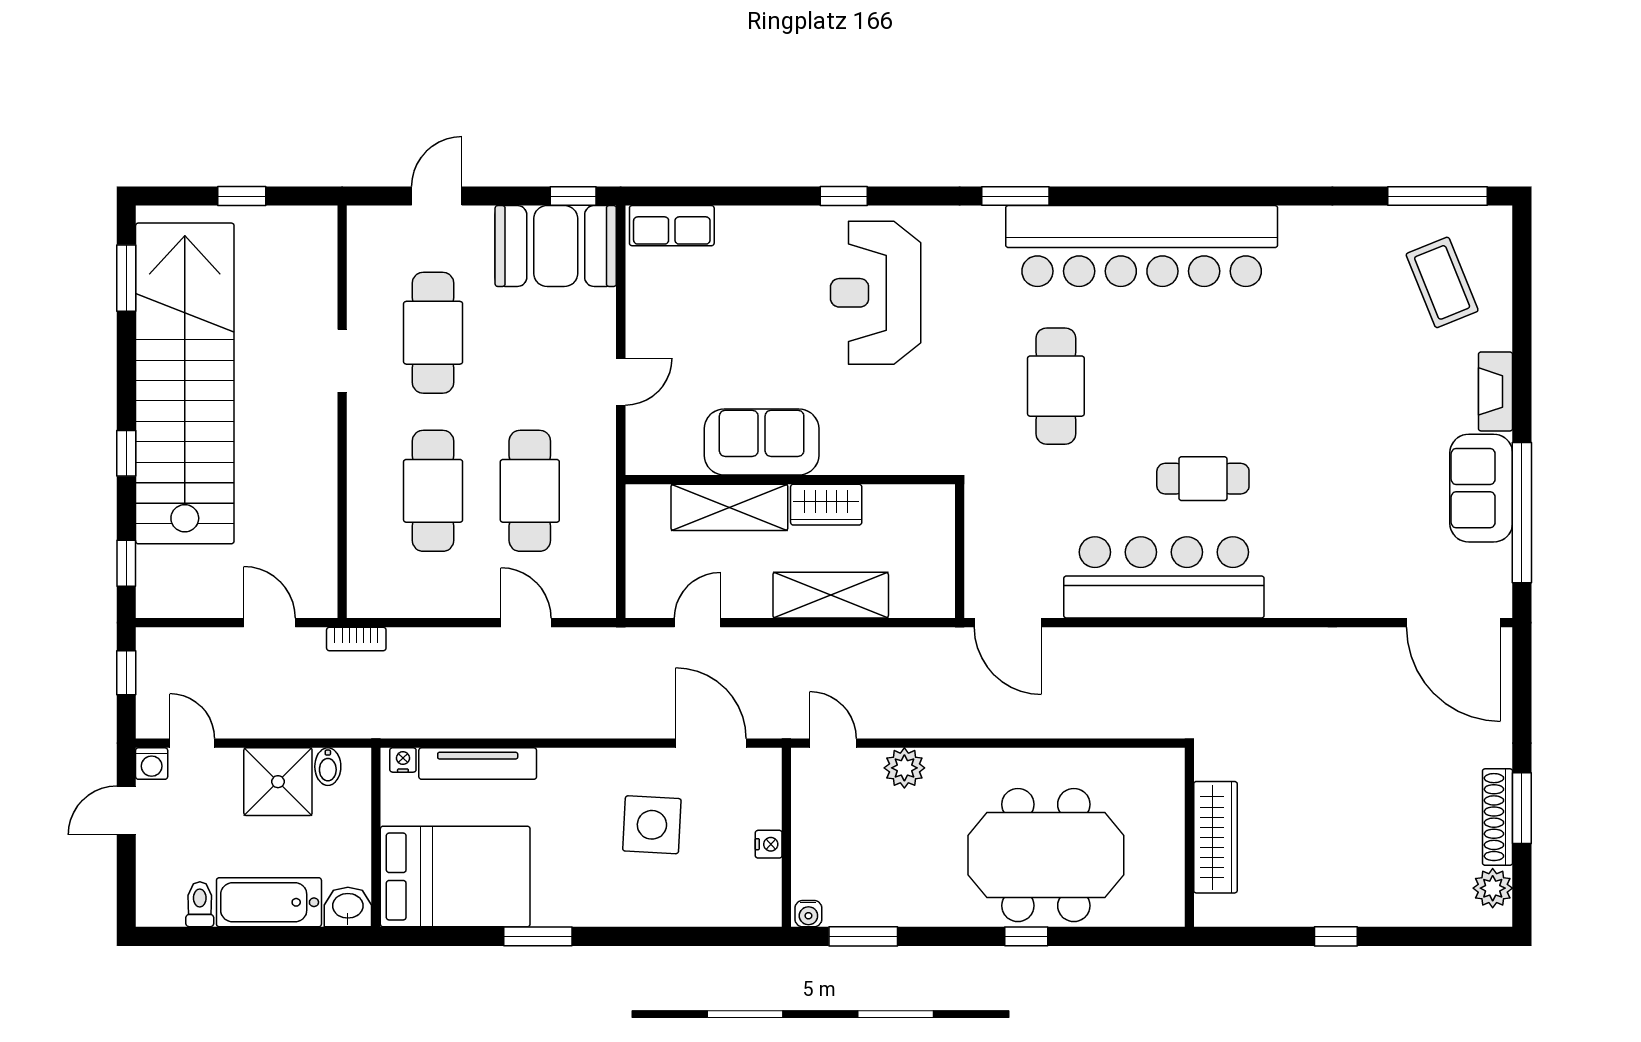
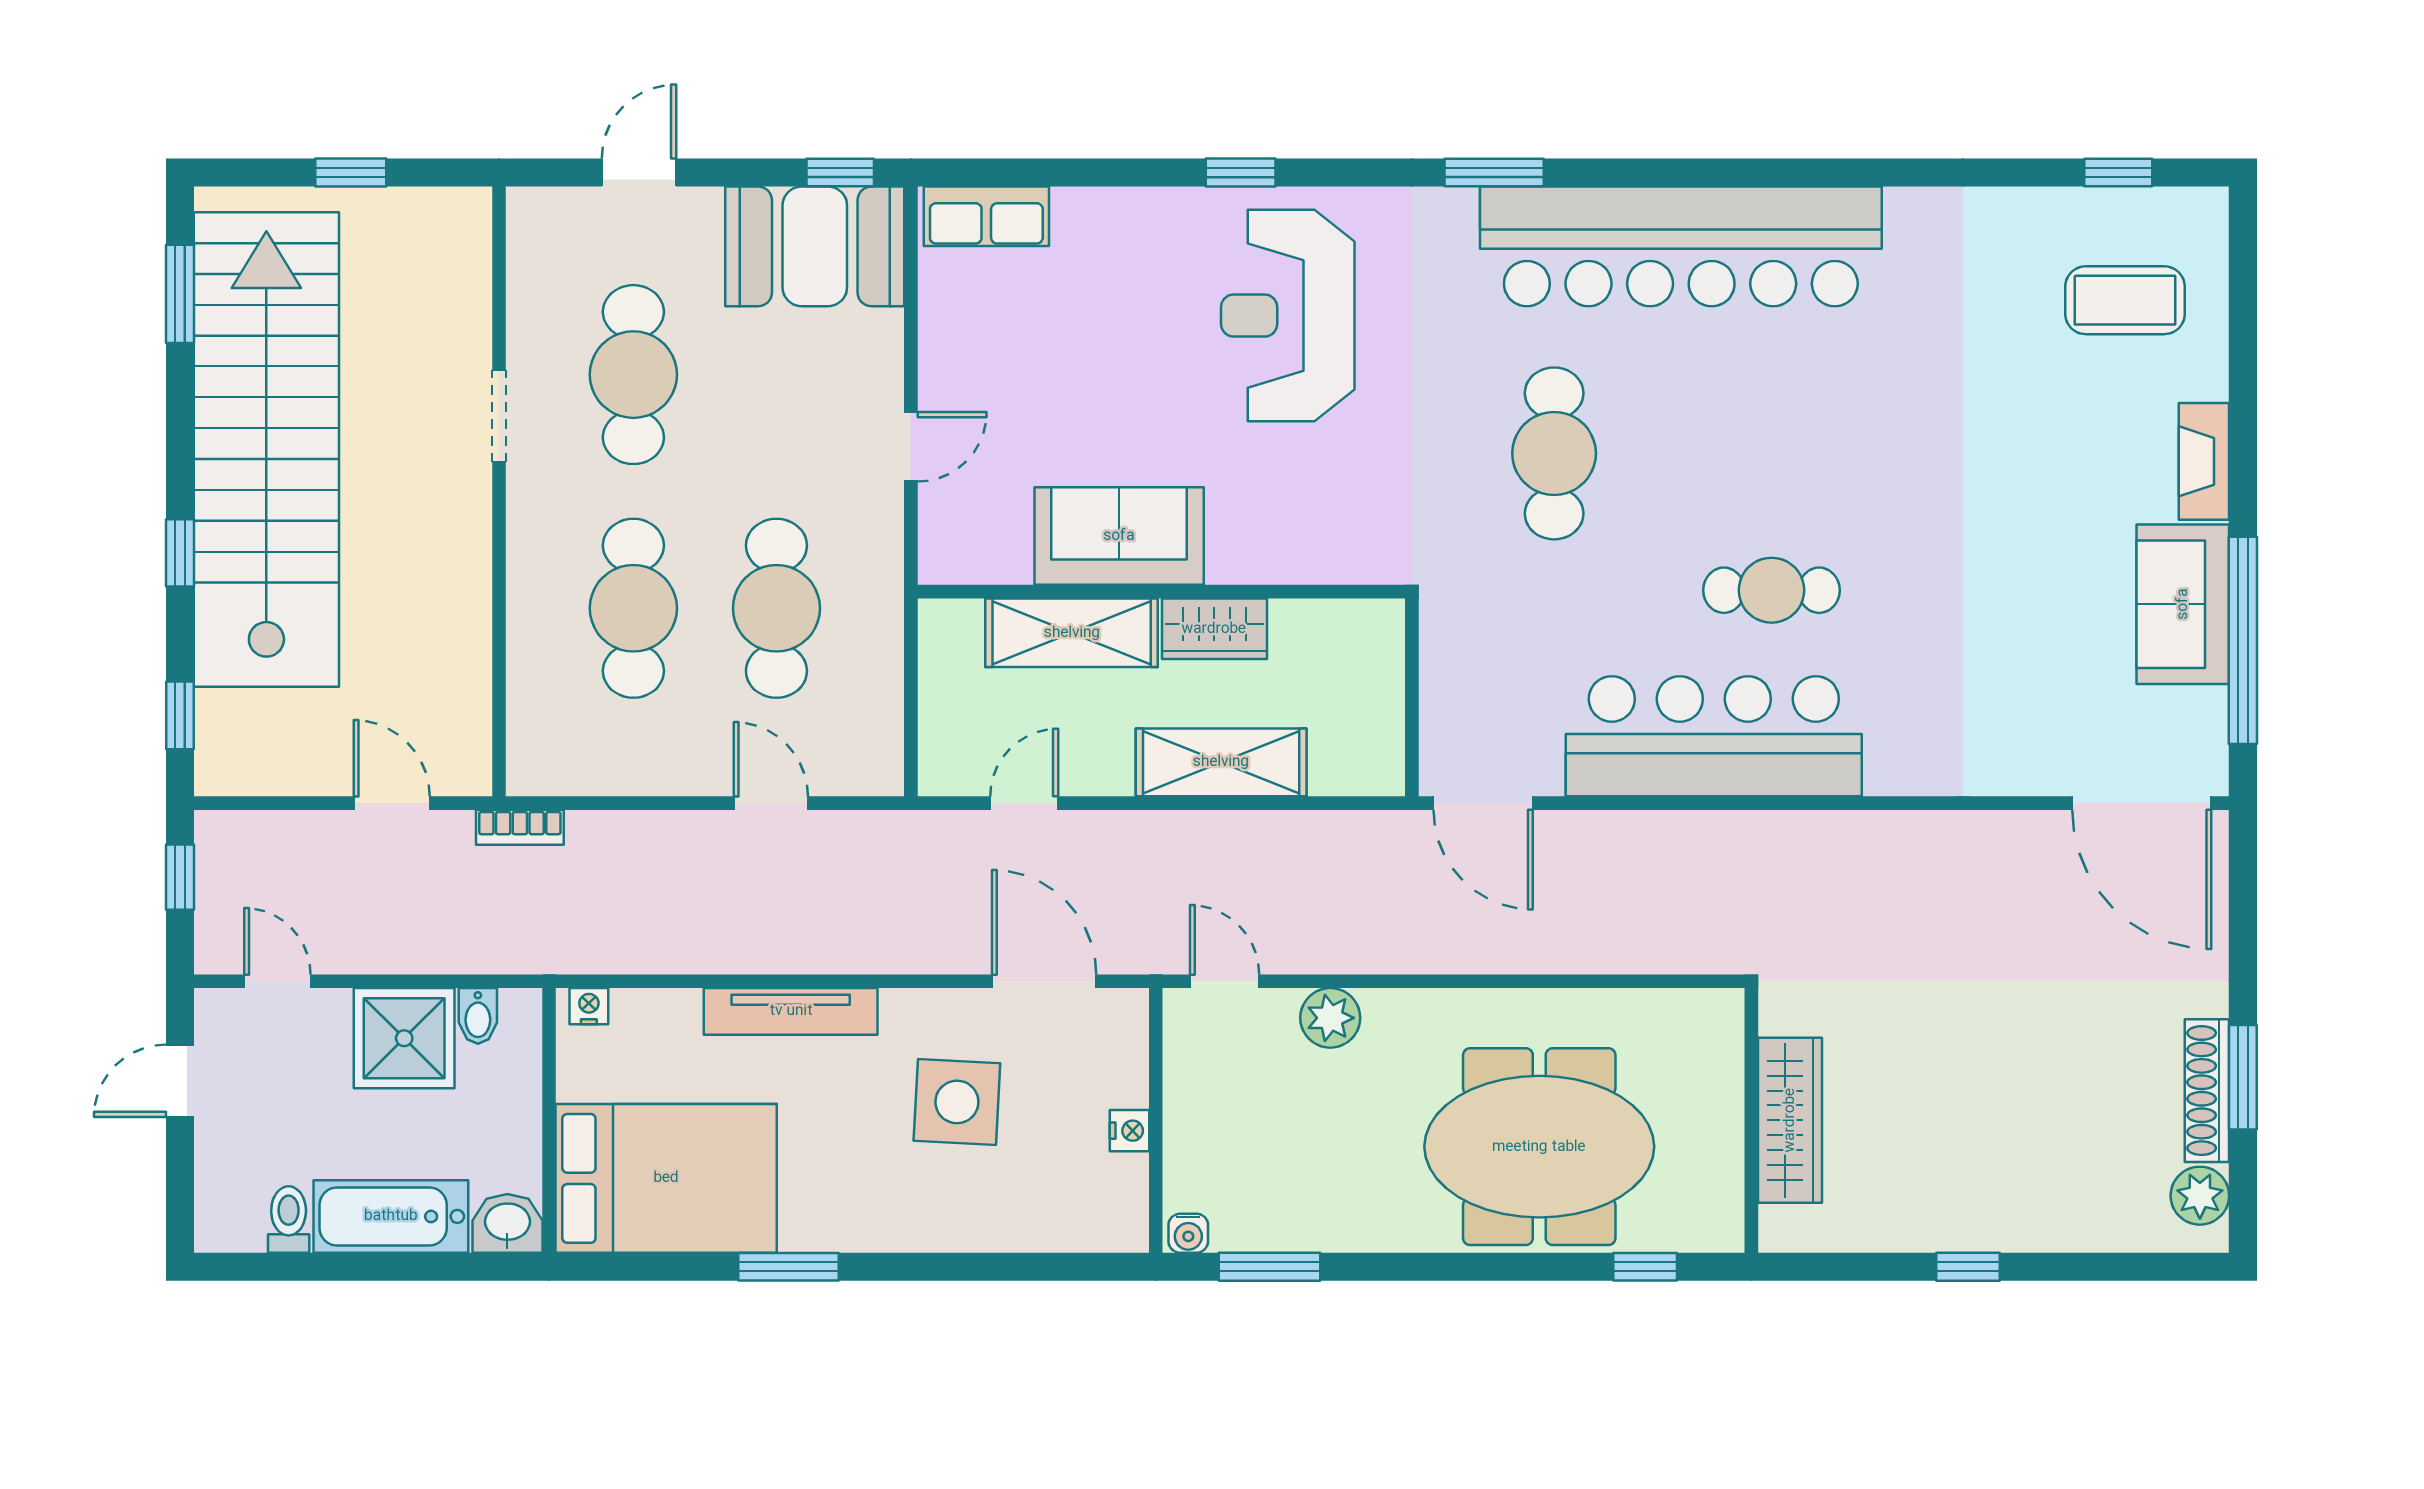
window: (1438, 196) -> (2118, 172), width x0.46
coffee table: (1442, 282) -> (2125, 300), turned -68
washing machine: (152, 764) -> (217, 1011), removed
tv unit: (478, 764) -> (791, 1011), moved
window: (1026, 936) -> (1645, 1267), moved

